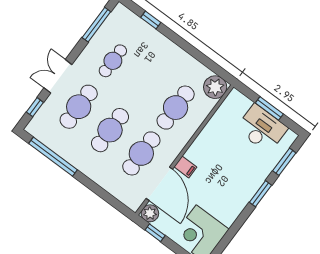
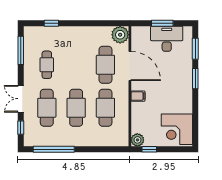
door: (159, 184) -> (130, 66), moved

